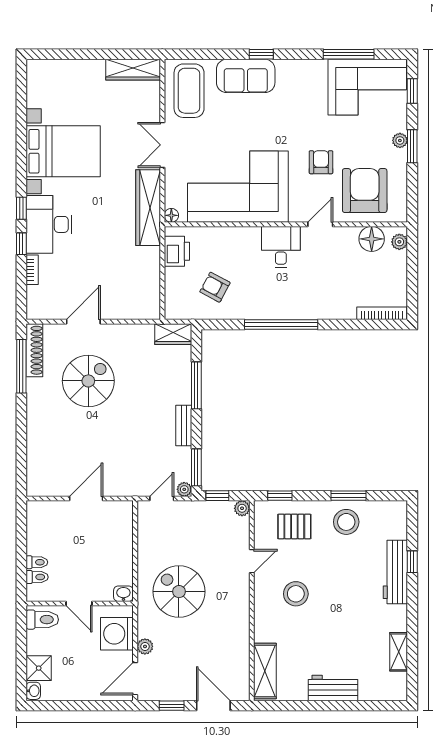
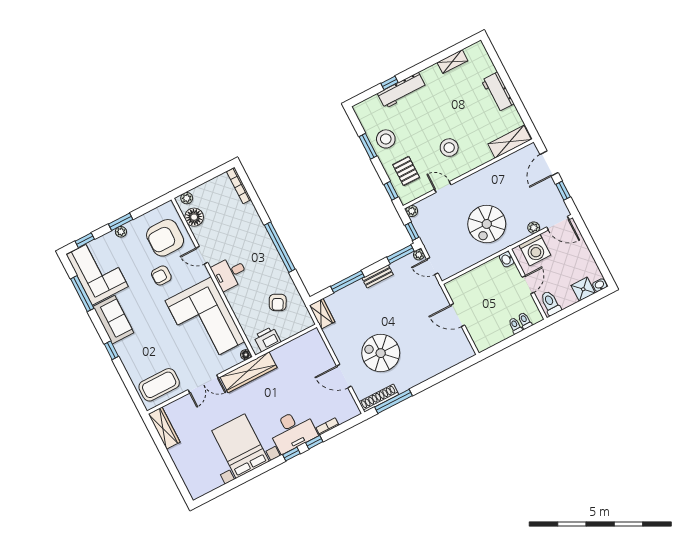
sofa: (246, 76) -> (113, 320), moved

